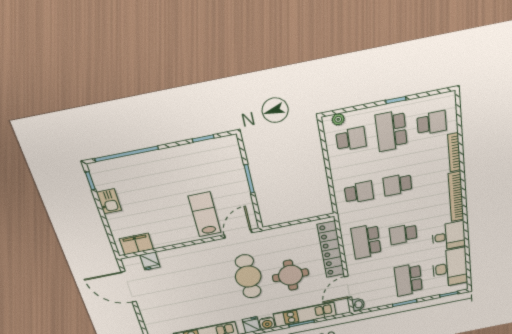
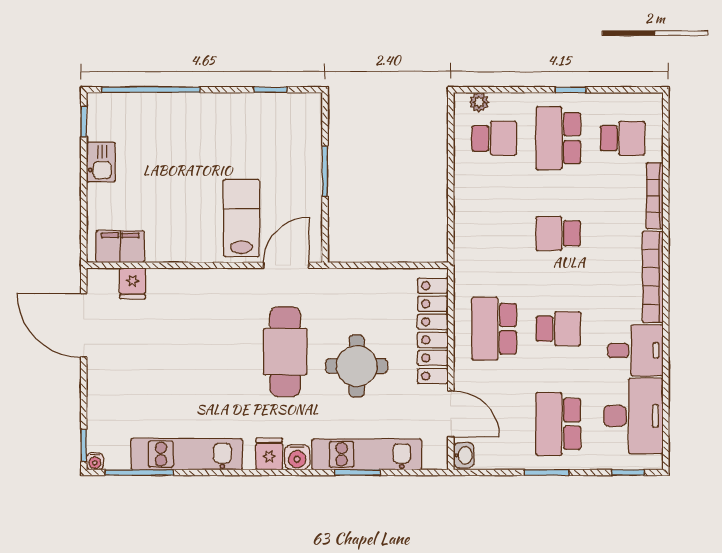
school desk: (359, 192) -> (494, 233), removed
school desk: (403, 234) -> (558, 329), turned 180
door: (348, 287) -> (451, 414), swing flipped

